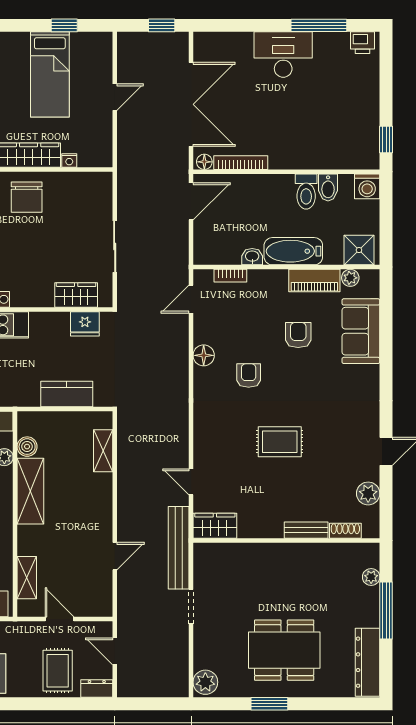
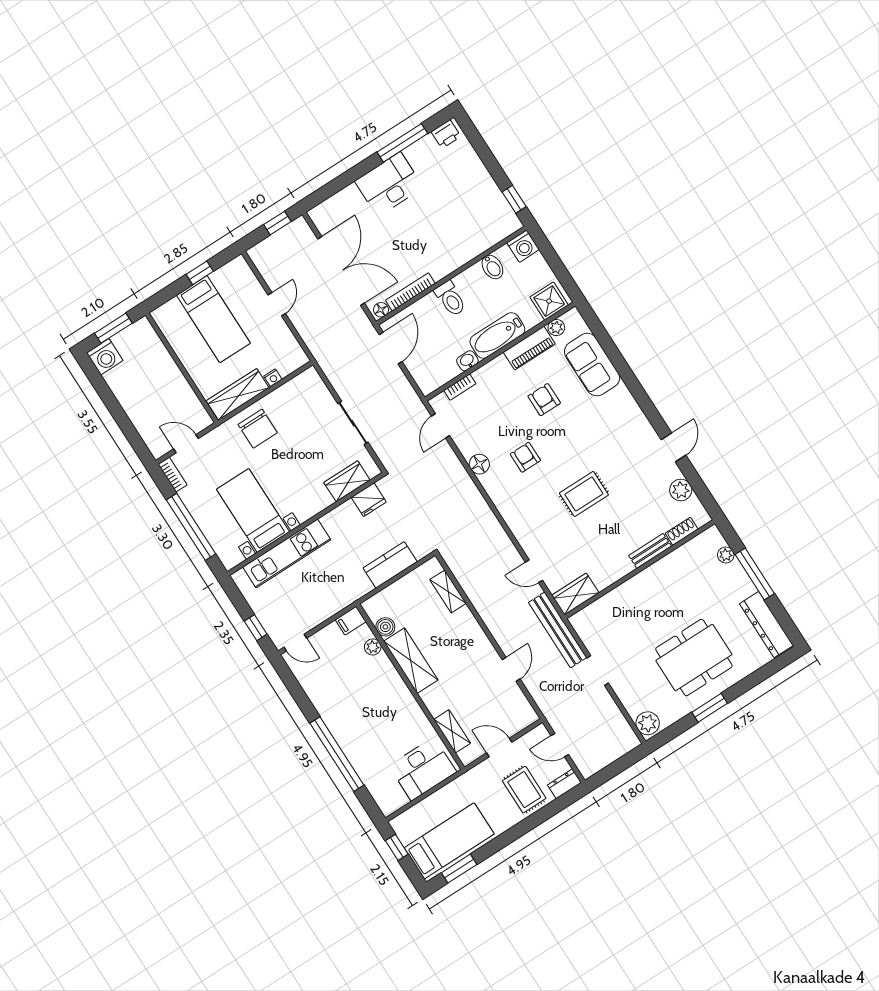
toilet: (306, 191) -> (450, 299), moved

